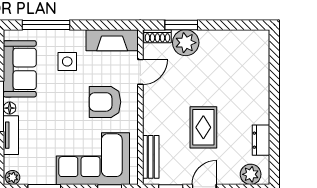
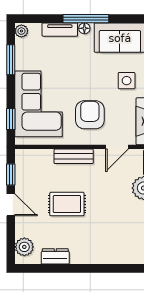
door: (140, 72) -> (117, 147), hinge flipped
bench: (151, 157) -> (74, 156), moved

